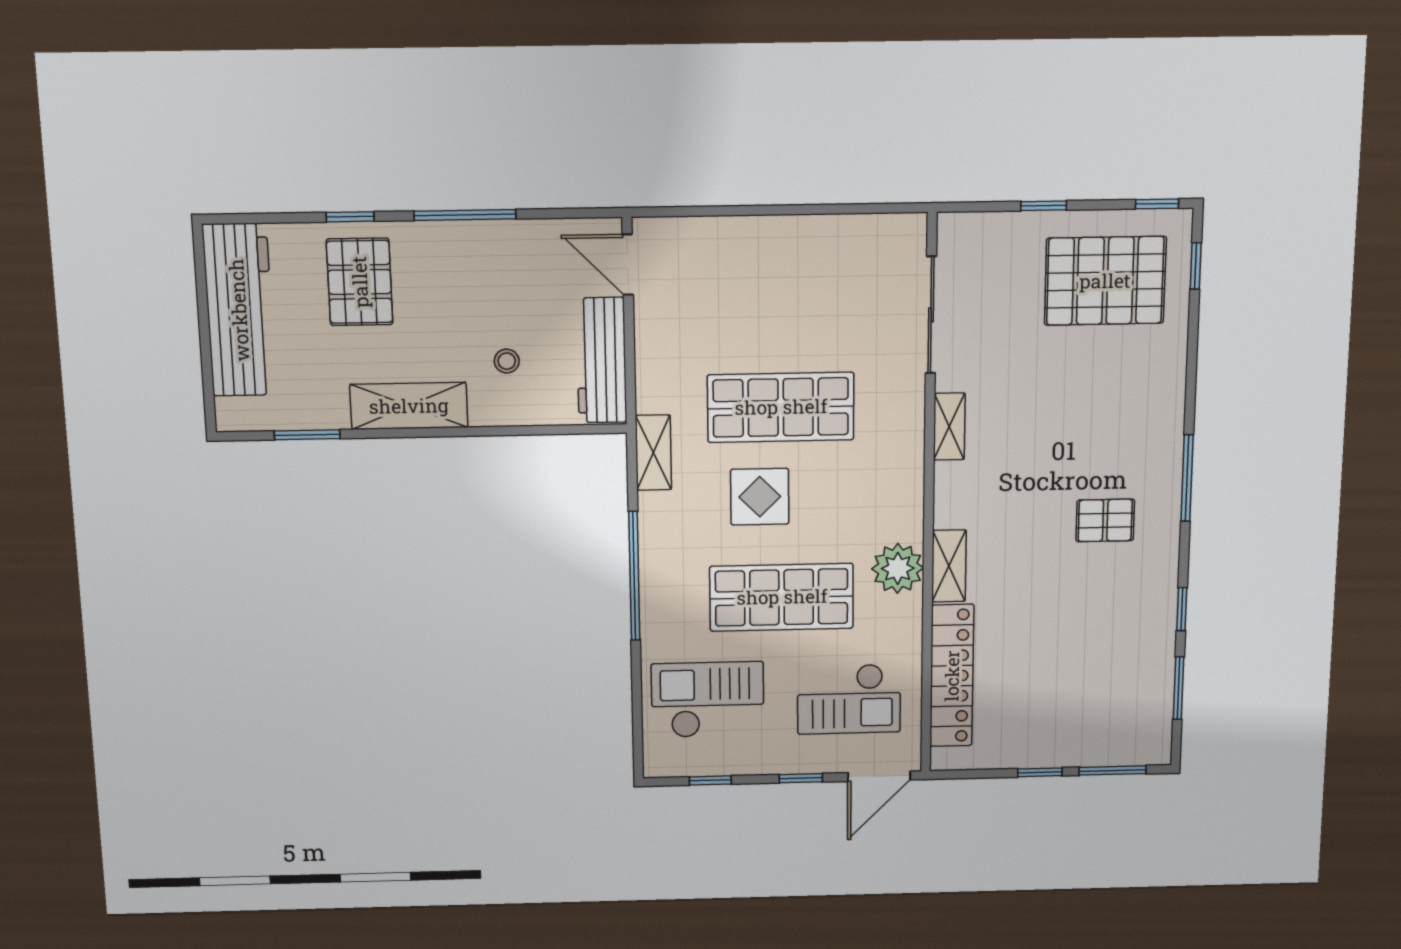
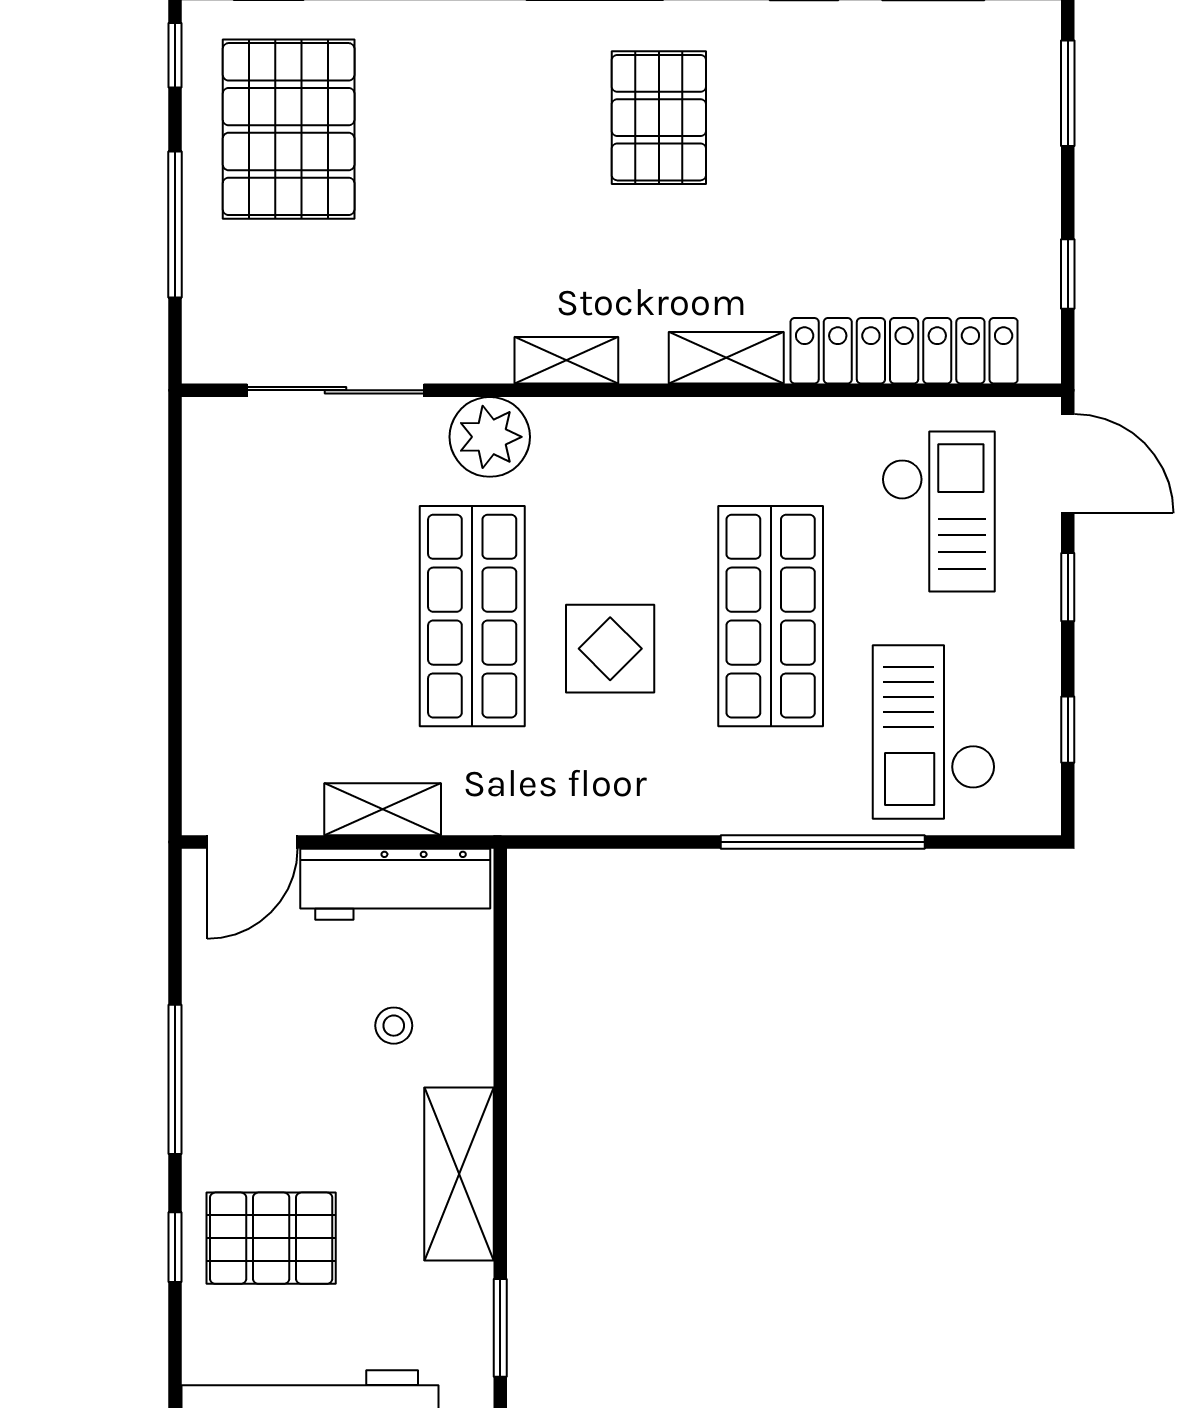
window: (1044, 206) -> (175, 224), width x2.17
shelving: (949, 427) -> (566, 360), moved
shelving: (653, 453) -> (383, 809), moved
pallet: (1105, 520) -> (659, 118), width x1.50, depth x1.42
plant: (898, 568) -> (490, 437), moved
window: (634, 576) -> (823, 842), moved
window: (1040, 772) -> (1068, 274), moved

